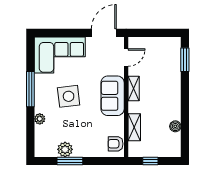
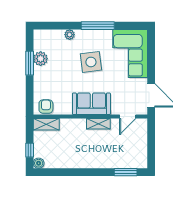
door: (126, 58) -> (128, 117), hinge flipped
boiler: (175, 126) -> (39, 163), moved
shelving: (134, 127) -> (46, 124), moved
window: (150, 161) -> (30, 150), moved

